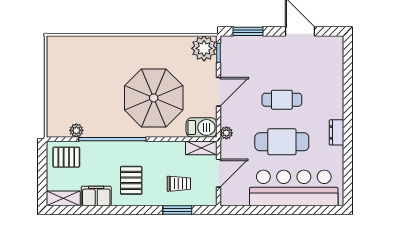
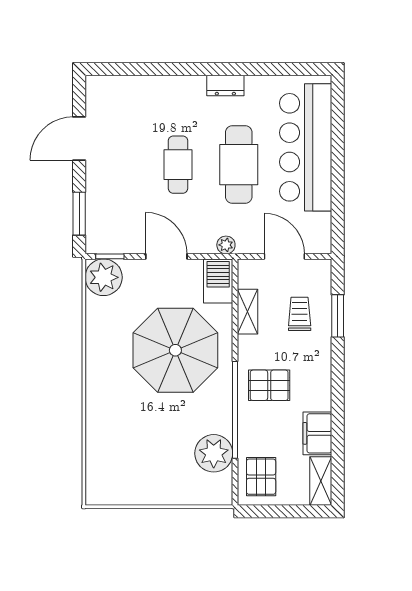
plant: (76, 130) -> (214, 453), width x1.88, depth x1.88
shelving: (201, 148) -> (248, 312), moved
pallet: (131, 180) -> (269, 385), moved

